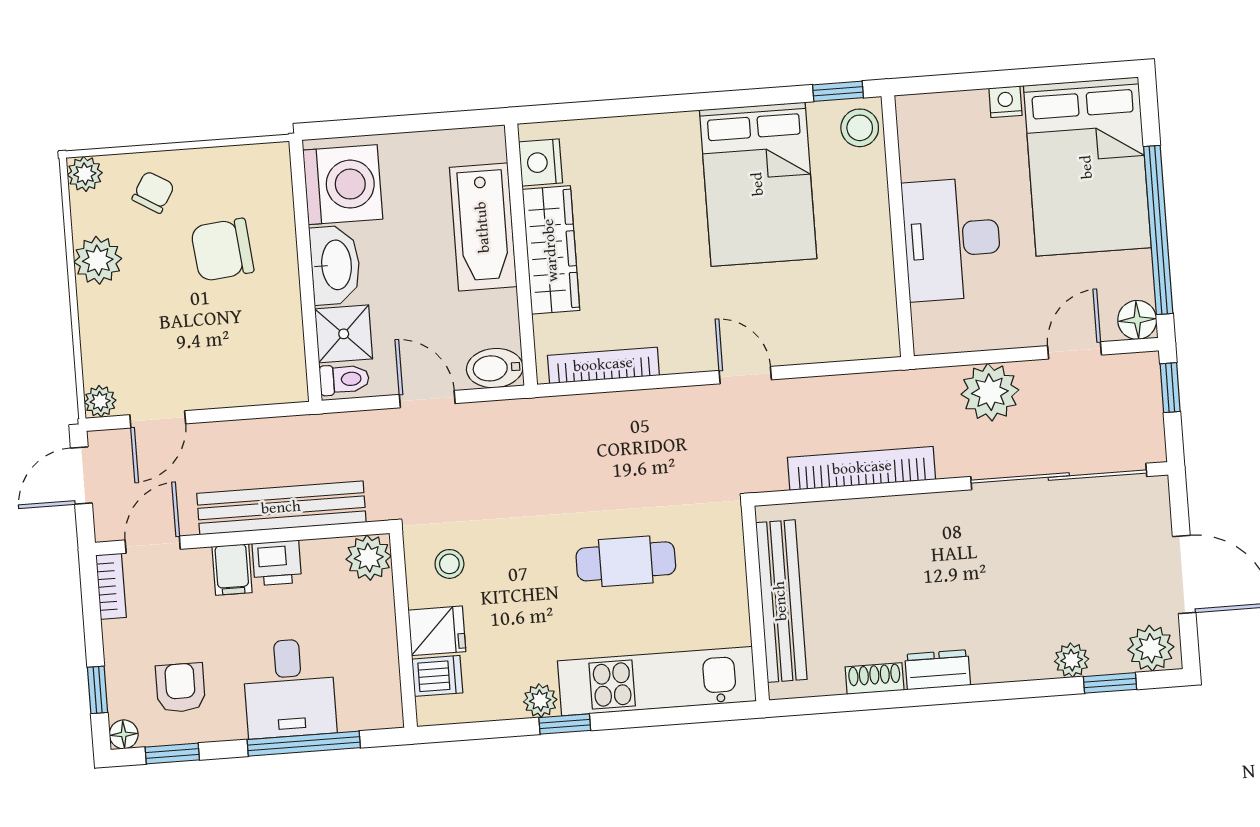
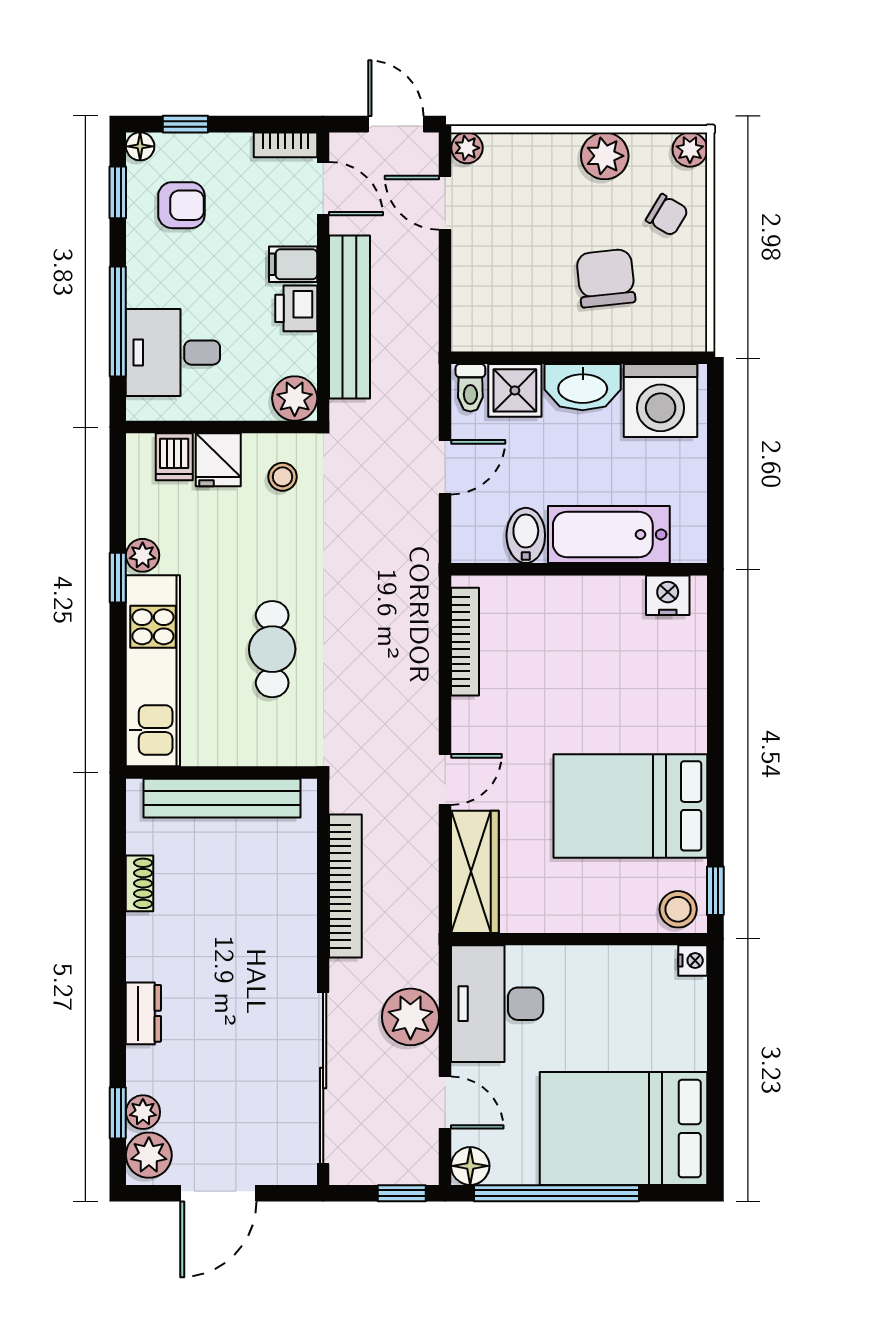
nightstand: (1005, 102) -> (693, 961), moved
desk: (952, 239) -> (497, 1004), moved, turned -90
wardrobe: (551, 250) -> (475, 872), moved, turned -90
bidet: (495, 368) -> (526, 535), moved
plant: (1072, 660) -> (143, 1112), moved
dresser: (938, 670) -> (143, 1013), moved
desk: (289, 688) -> (173, 353), moved

